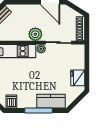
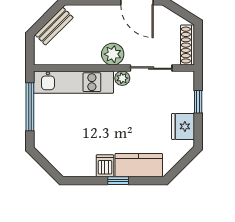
window: (87, 63) -> (198, 102), added
dishwasher: (11, 102) -> (105, 166), moved
window: (39, 111) -> (118, 181), width x0.46

